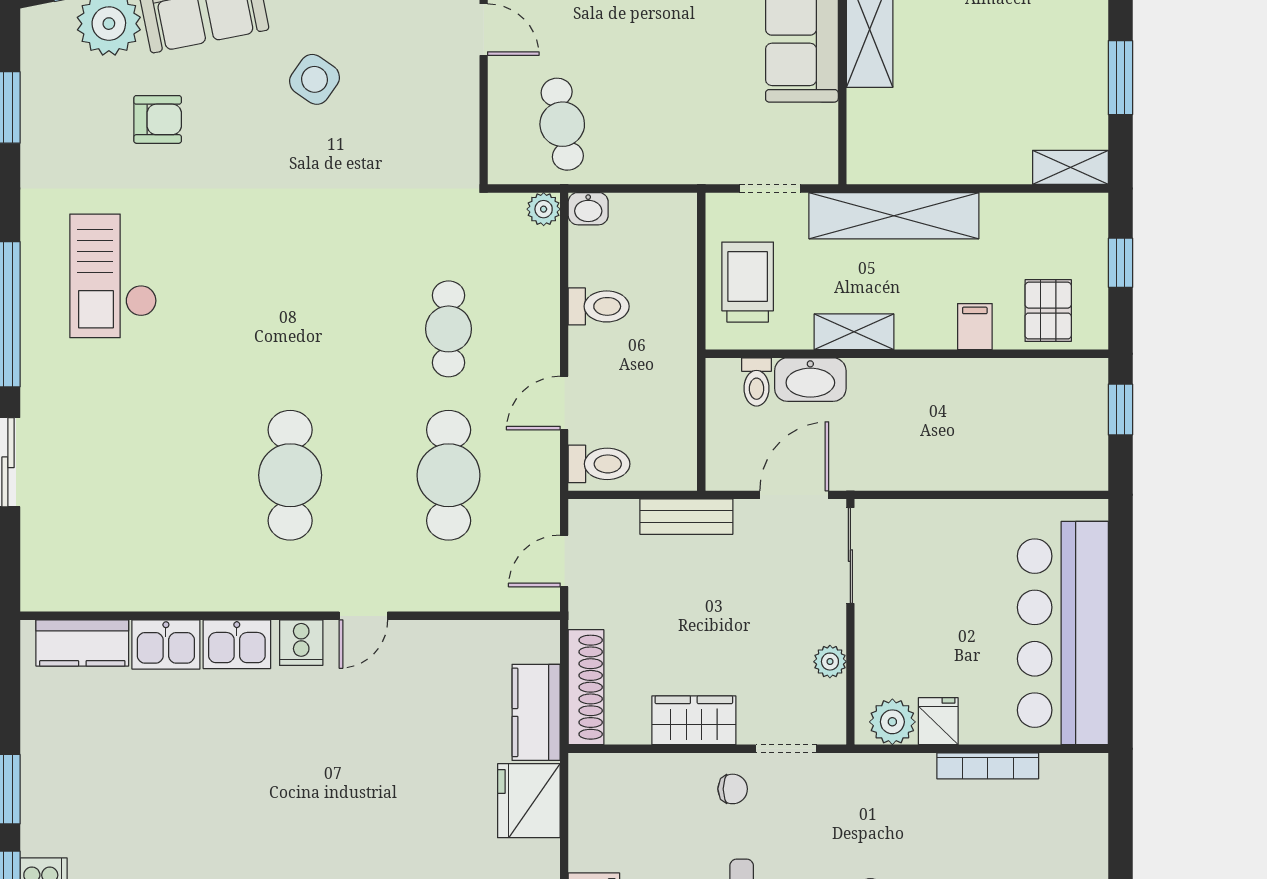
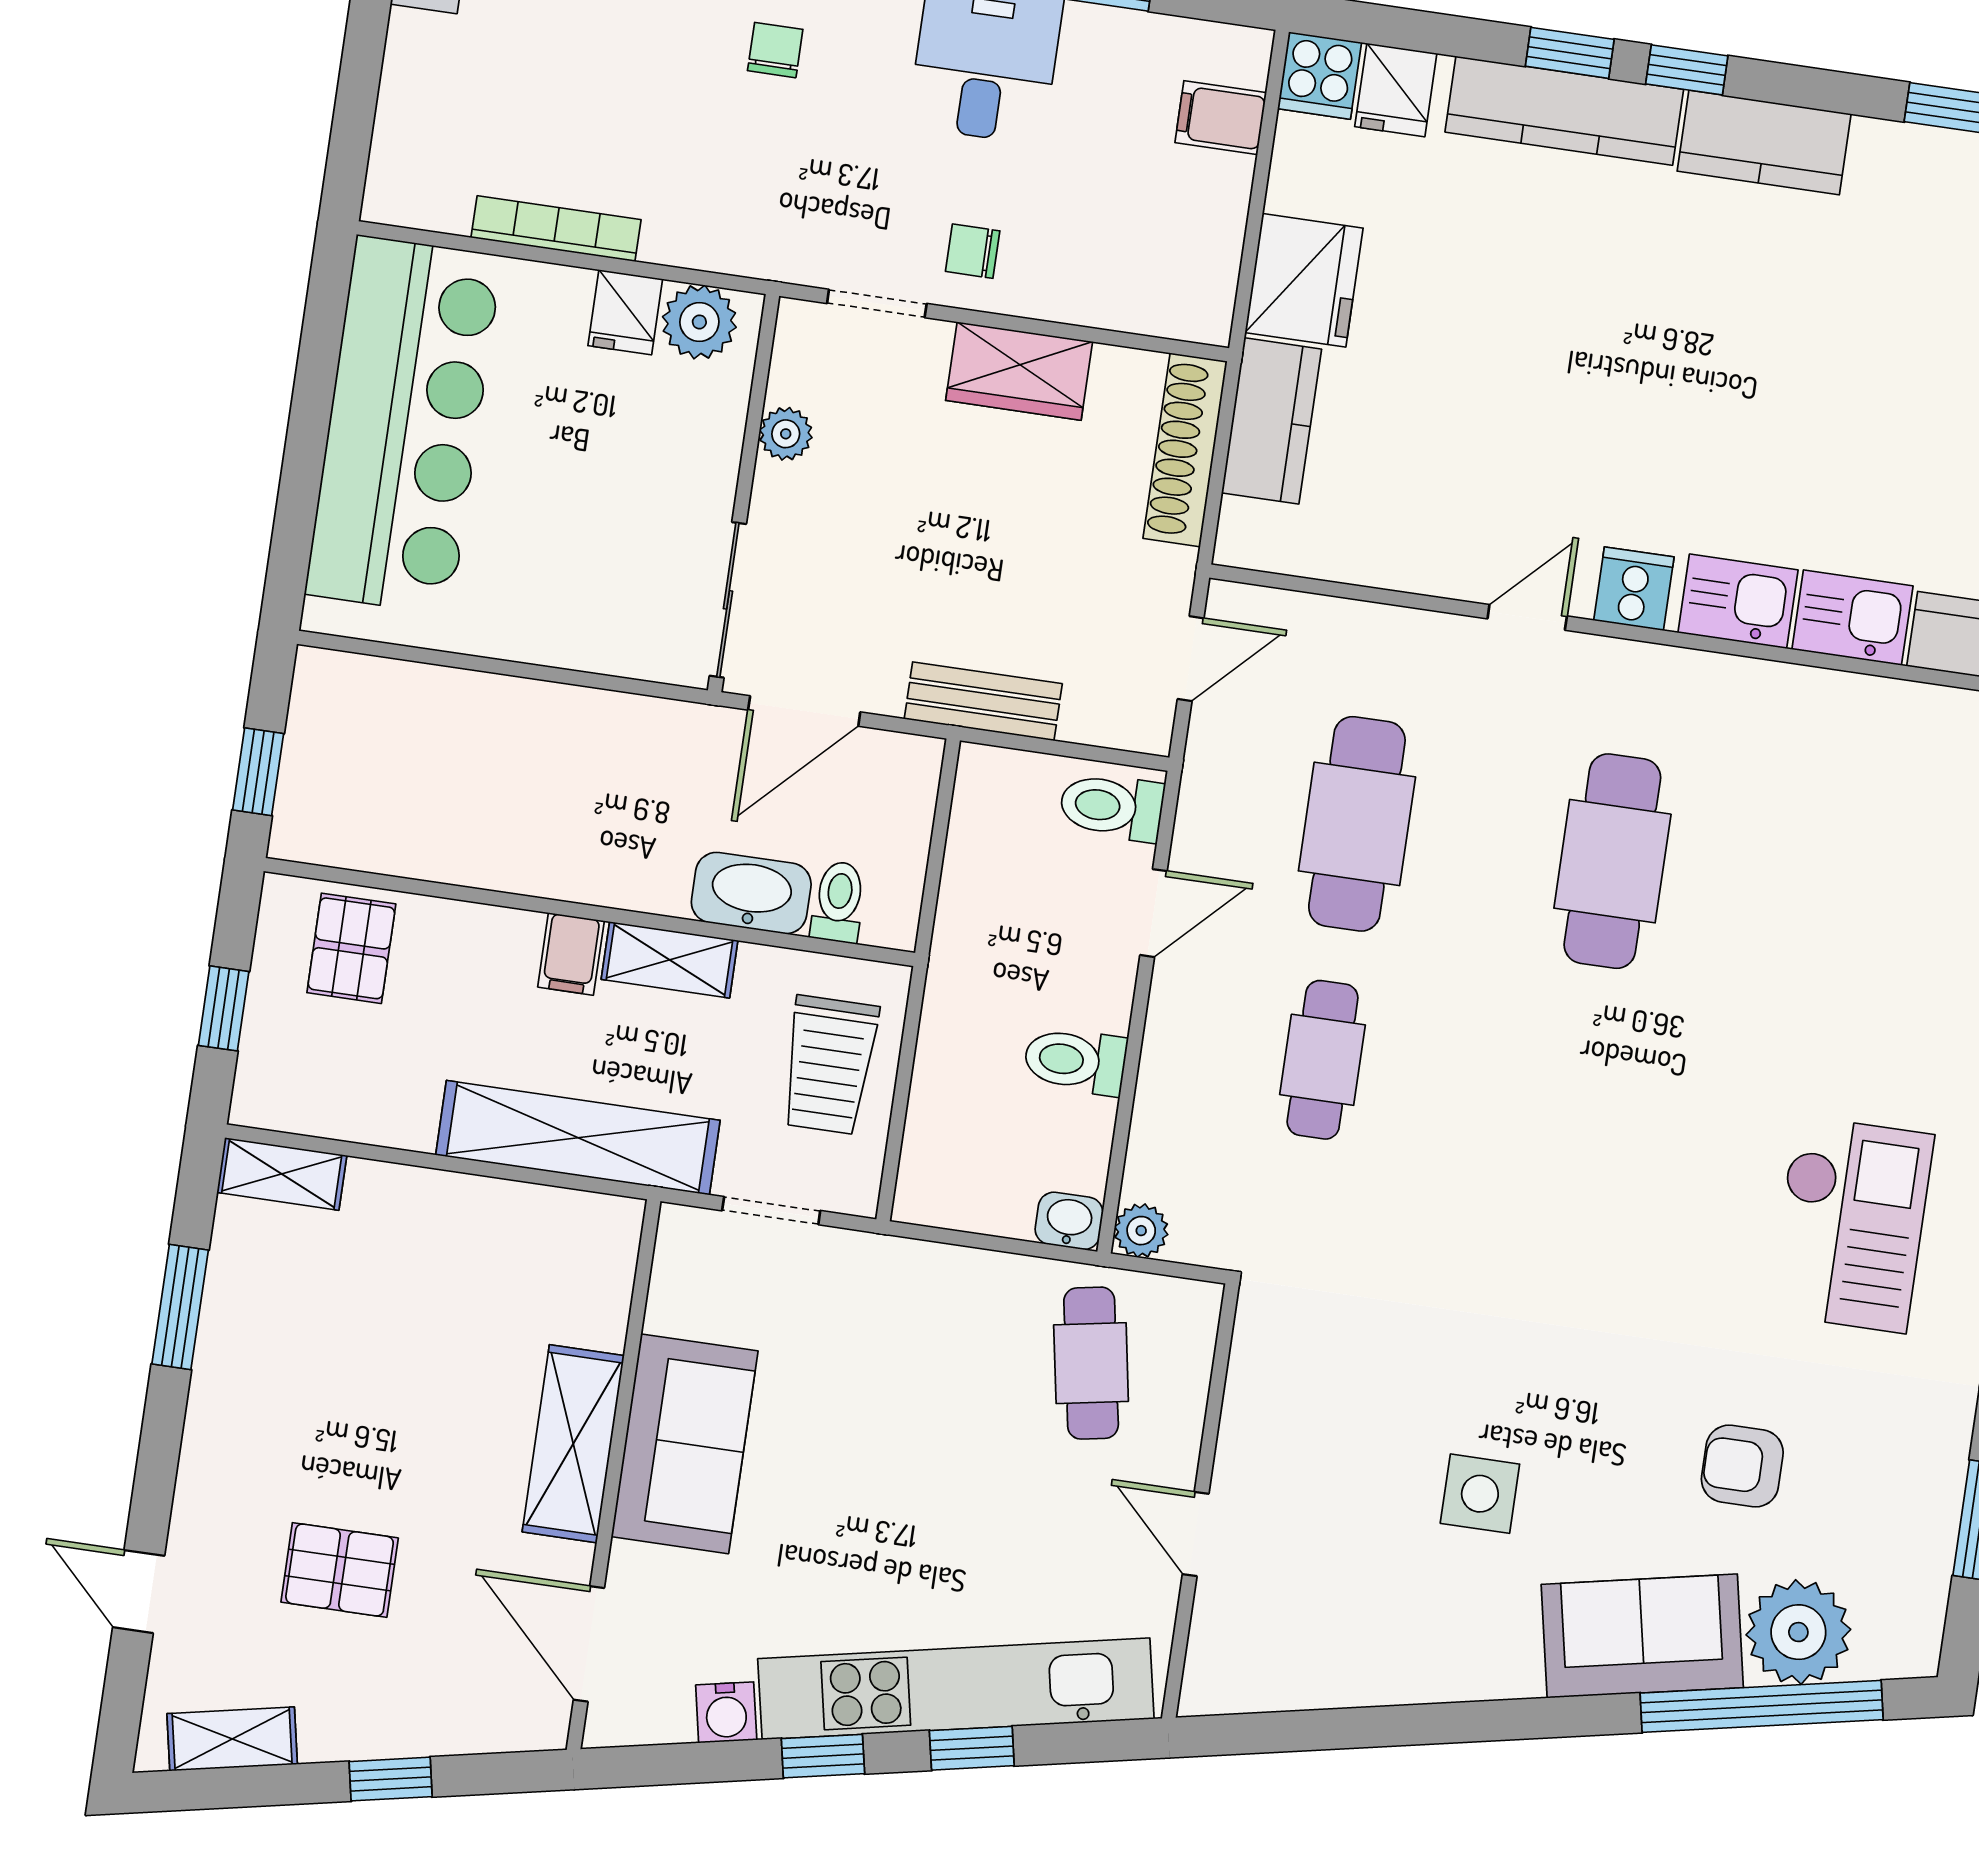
side table: (314, 79) -> (1480, 1494), turned -35
filing cabinet: (975, 327) -> (571, 954), moved

